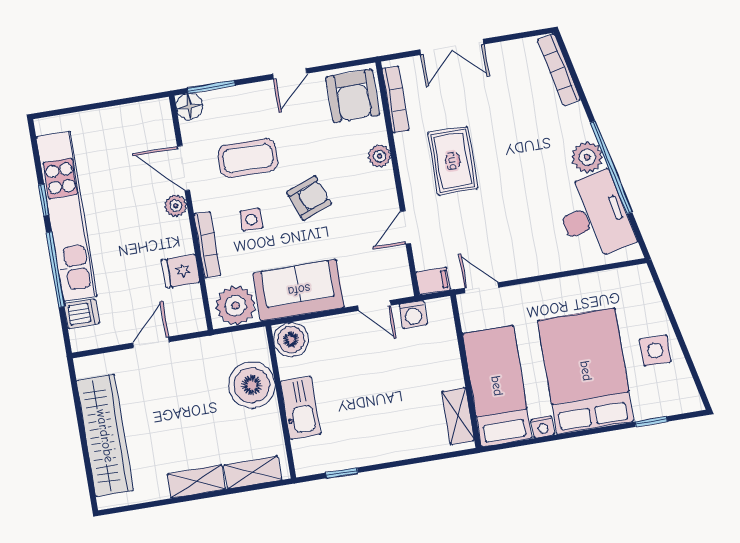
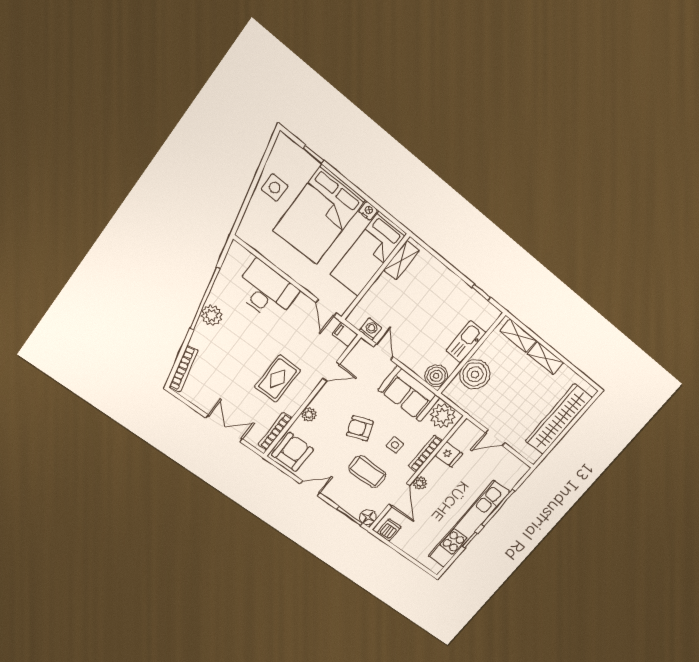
desk: (594, 216) -> (266, 291), moved, turned 103
dishwasher: (82, 314) -> (389, 530), moved, turned 90

